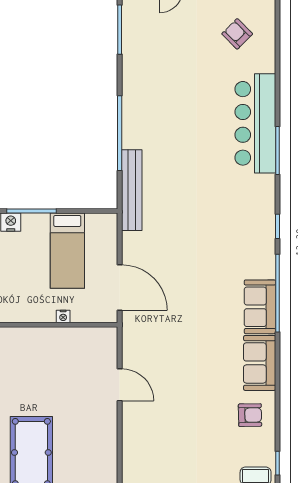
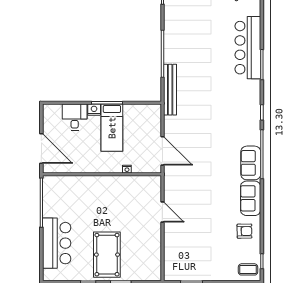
bed: (67, 251) -> (112, 128), moved

